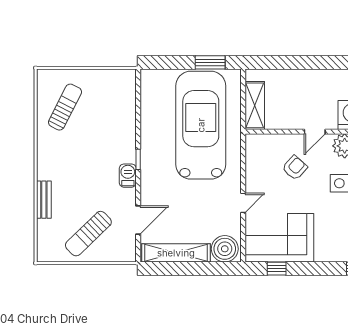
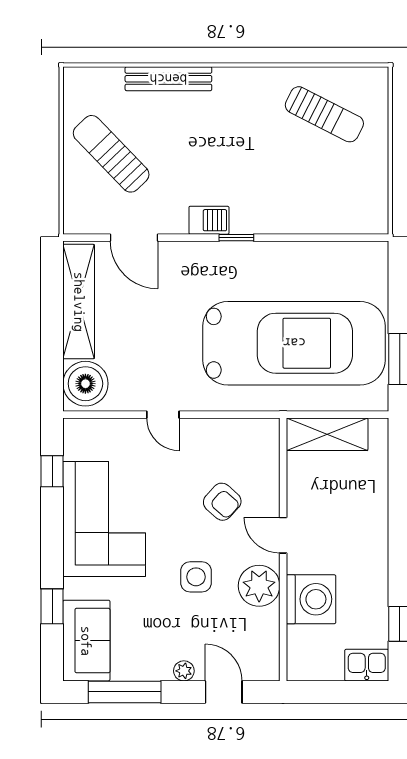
bench: (44, 200) -> (168, 79), width x1.36
corner sofa: (279, 238) -> (104, 519), moved

